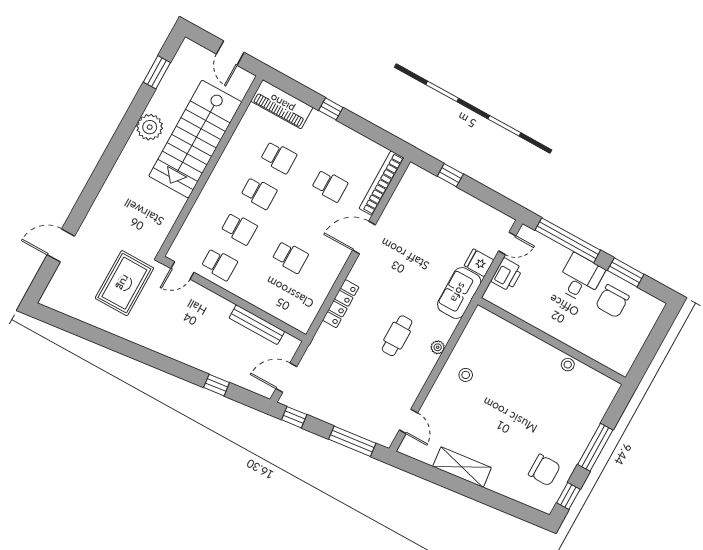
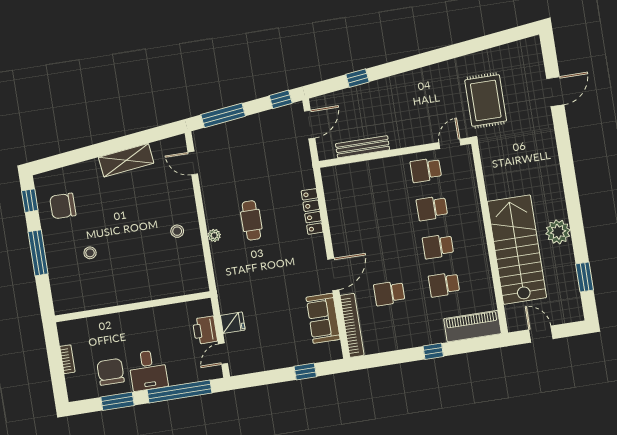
school desk: (290, 257) -> (377, 217), removed
sofa: (459, 293) -> (323, 318), moved, turned 180
bookcase: (640, 340) -> (67, 359), added
stool: (568, 365) -> (90, 253), moved

